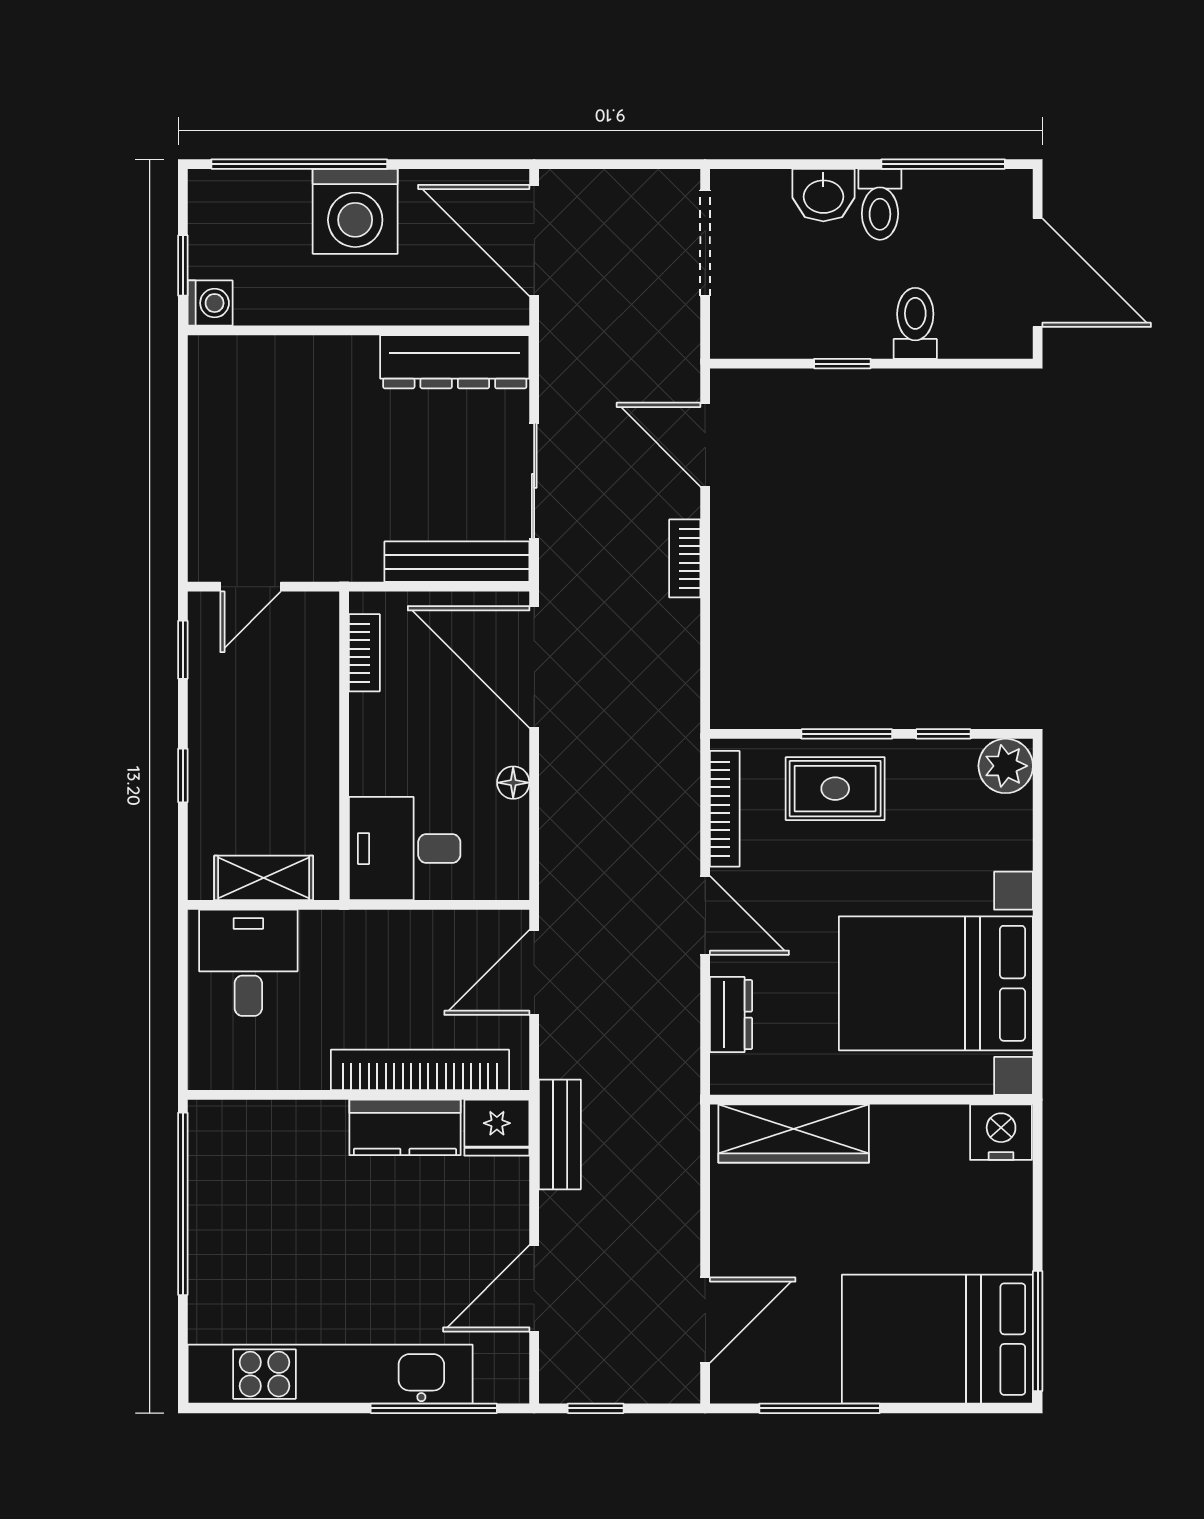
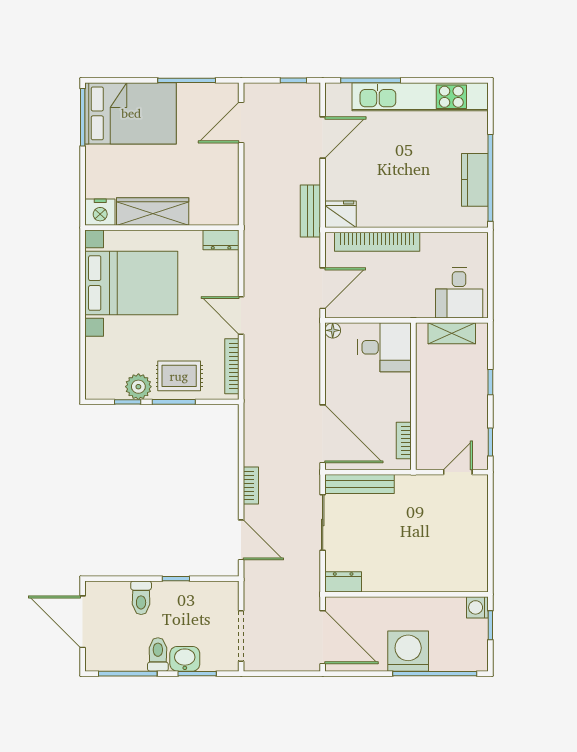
window: (798, 164) -> (197, 674), added
dresser: (455, 362) -> (343, 582), width x0.51, depth x0.80
plant: (1006, 766) -> (138, 387), moved
floor lamp: (513, 783) -> (333, 330), moved
dresser: (731, 1015) -> (221, 240), moved, turned -90
kitchen counter: (405, 1127) -> (475, 180), moved, turned -90
wardrobe: (794, 1134) -> (153, 211), moved

